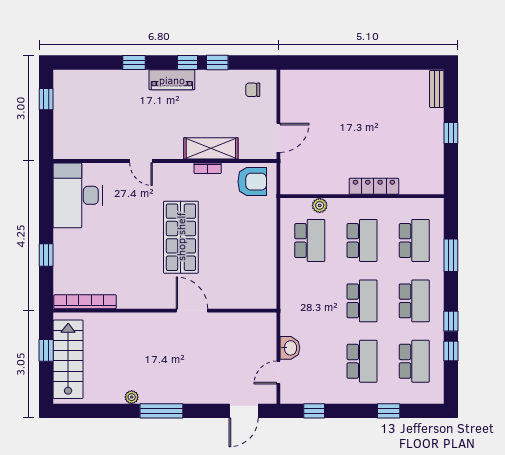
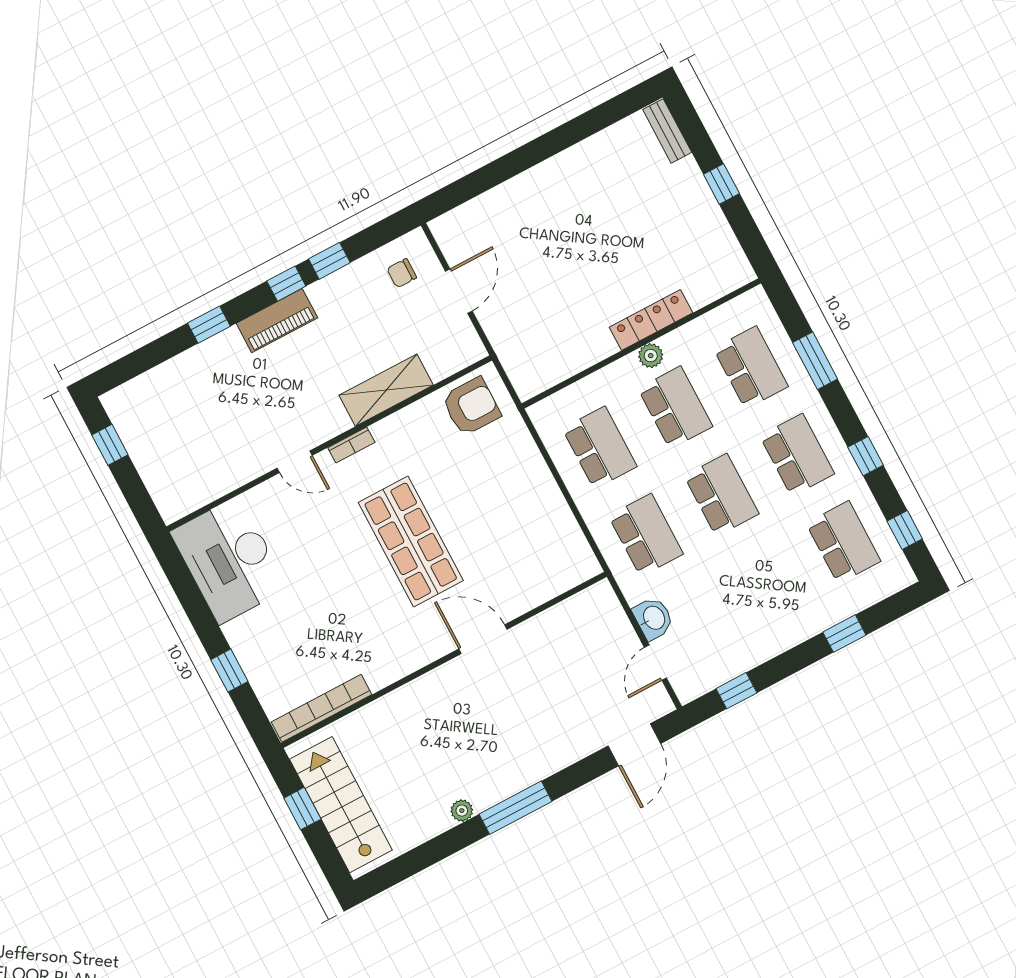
door: (278, 138) -> (459, 291), moved
bookcase: (208, 168) -> (351, 445), moved
plant: (320, 205) -> (651, 356), moved
window: (451, 351) -> (905, 530), moved
school desk: (362, 361) -> (646, 535), moved

